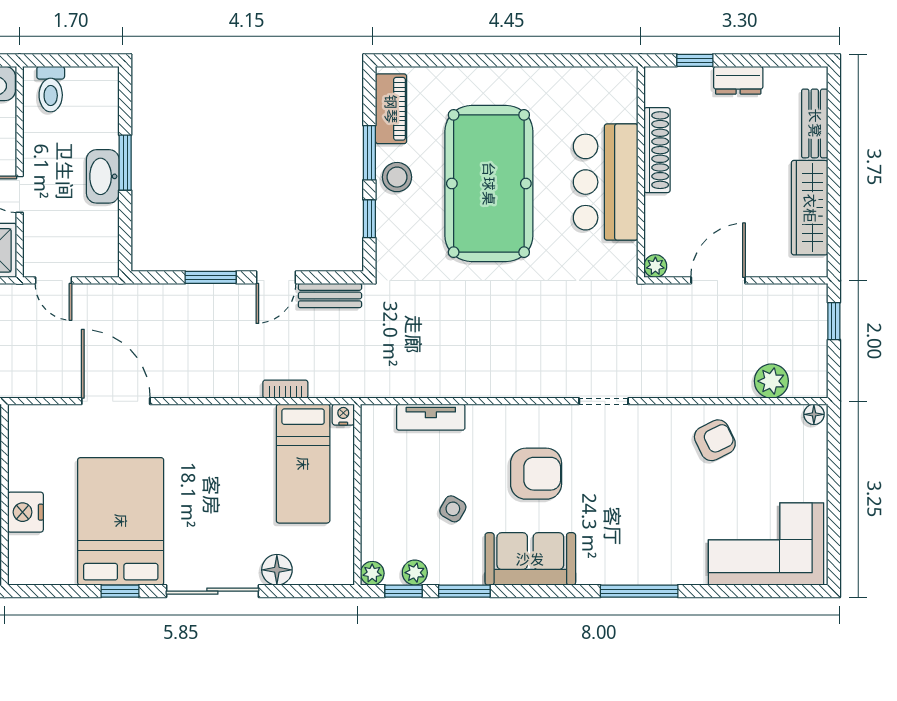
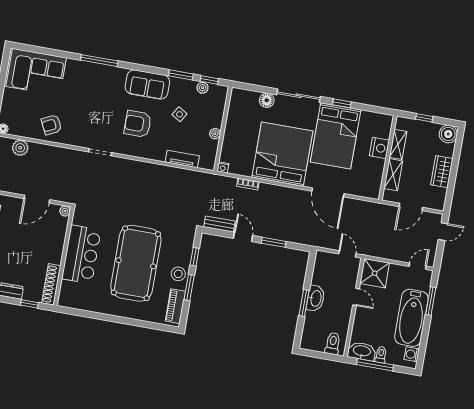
shoe rack: (657, 150) -> (51, 284), moved
door: (276, 277) -> (243, 237), hinge flipped
bed: (303, 464) -> (282, 154), moved, width x2.04
plant: (372, 573) -> (215, 134), moved

